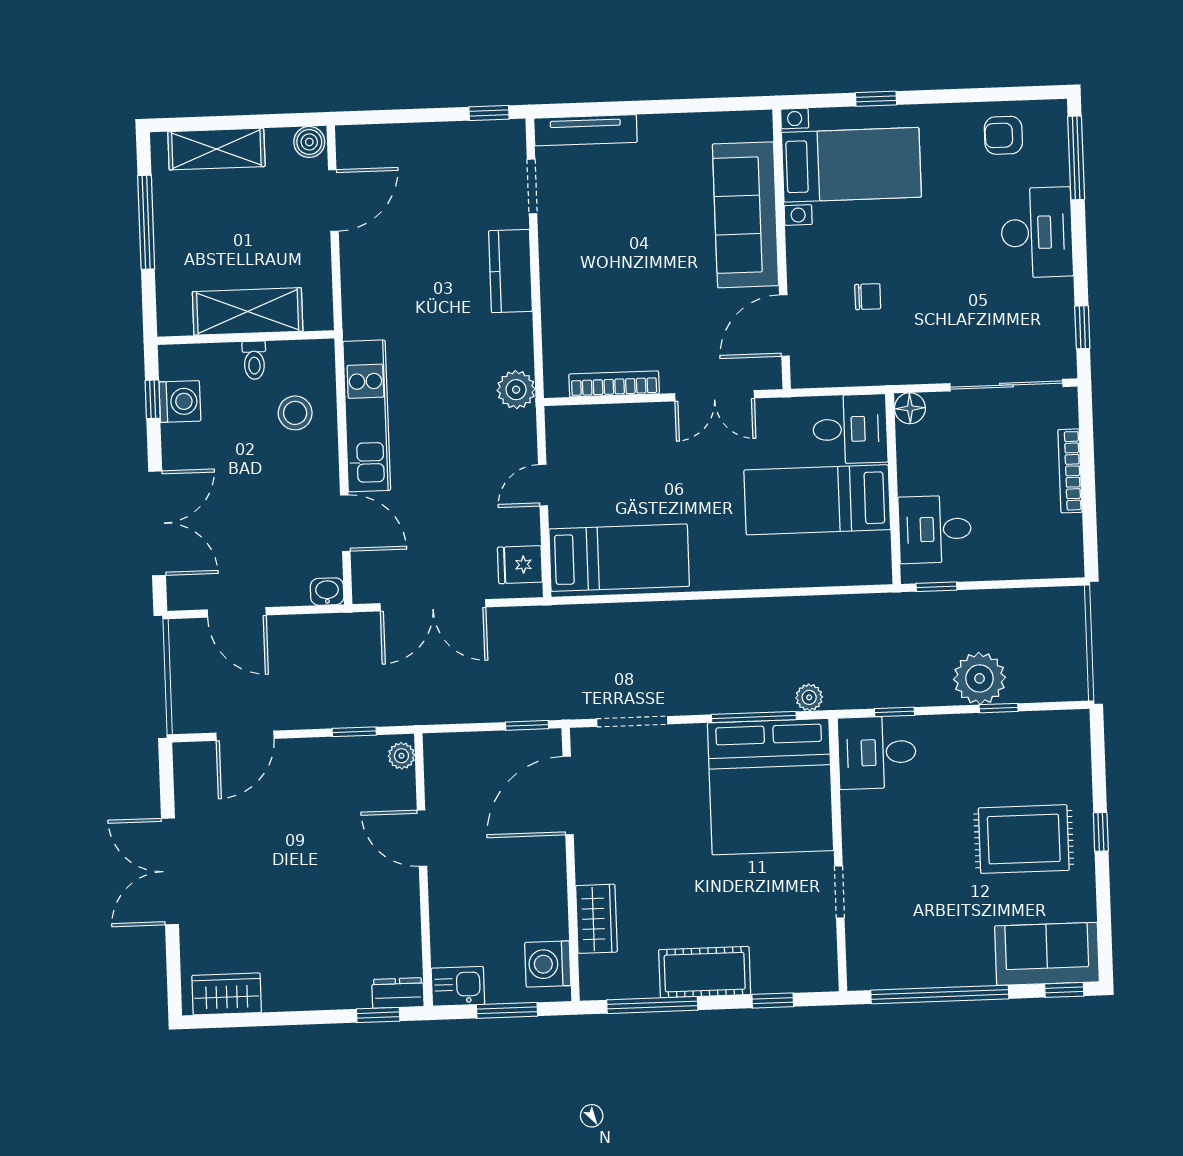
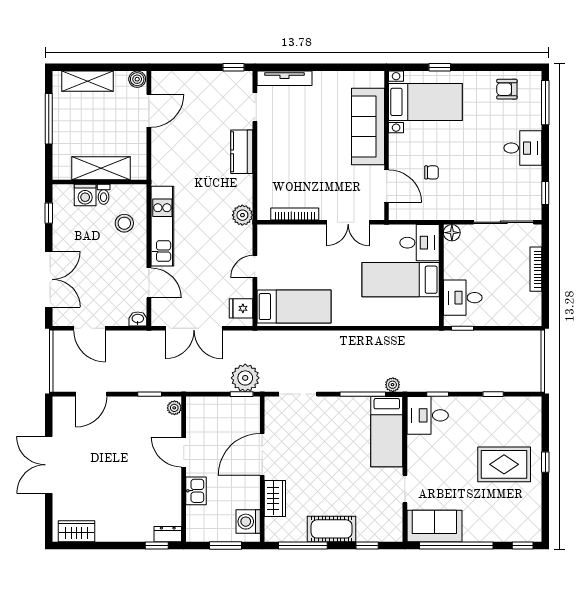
desk: (1037, 232) -> (523, 148), width x0.73
door: (784, 325) -> (387, 186), swing flipped
washing machine: (180, 401) -> (85, 195), moved, turned 90
plant: (980, 678) -> (245, 378), moved
bed: (771, 787) -> (387, 432), width x0.49
door: (568, 796) -> (262, 454), moved
sofa: (1047, 954) -> (434, 526), moved
kitchen sink: (458, 986) -> (196, 491), moved, turned 90

